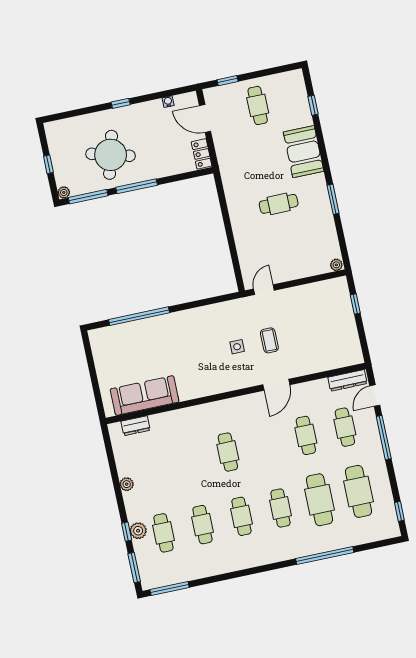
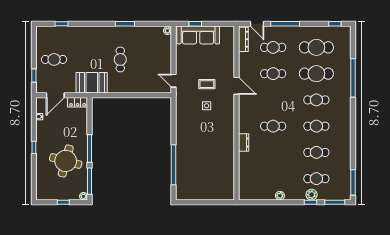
booth: (304, 152) -> (92, 83), moved
sofa: (145, 396) -> (198, 35), moved, turned -90
dresser: (136, 426) -> (244, 143), moved

